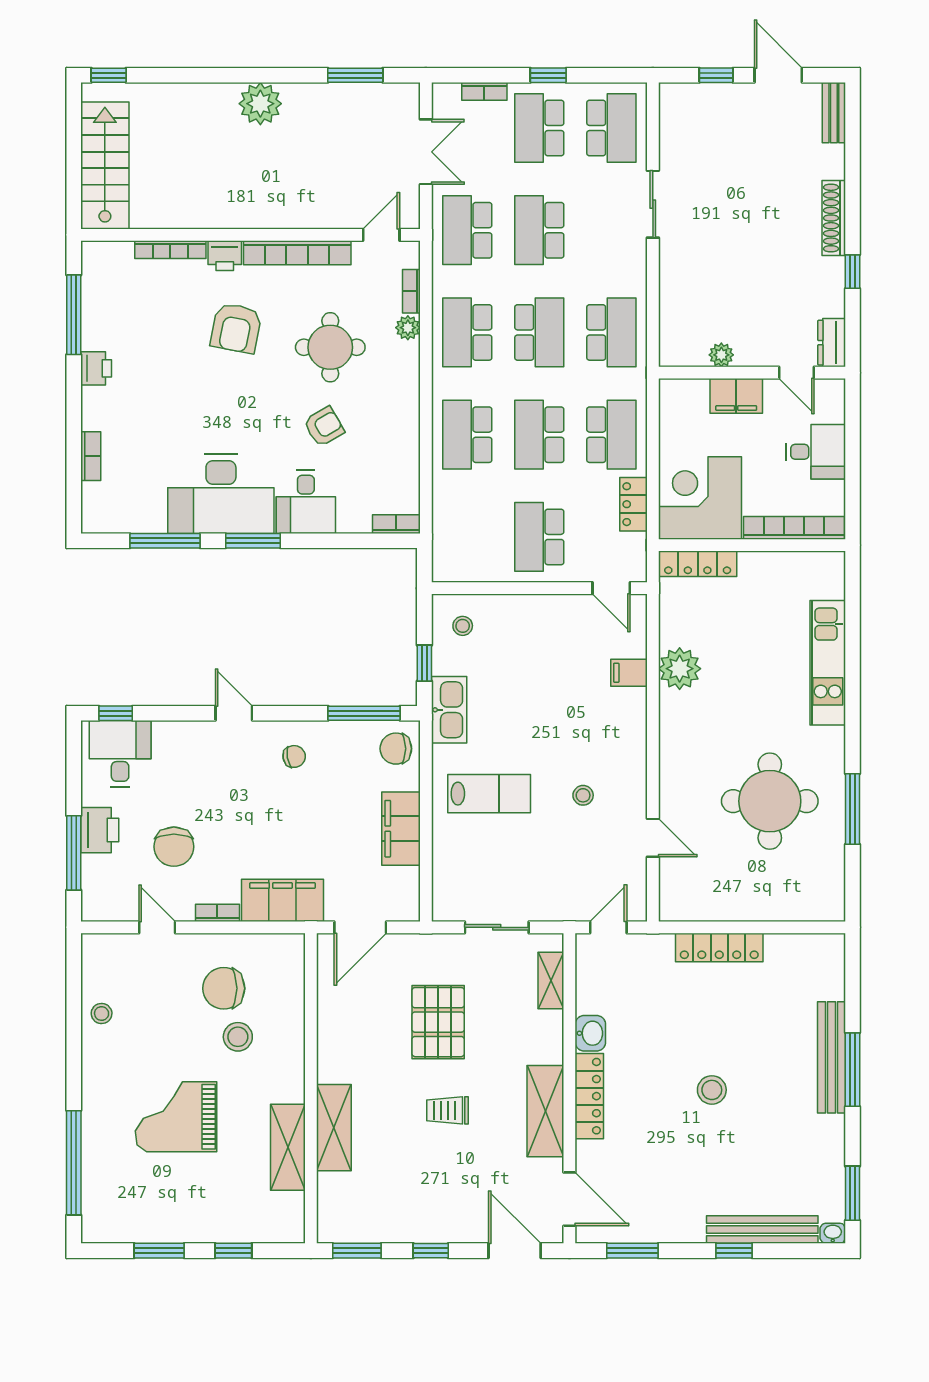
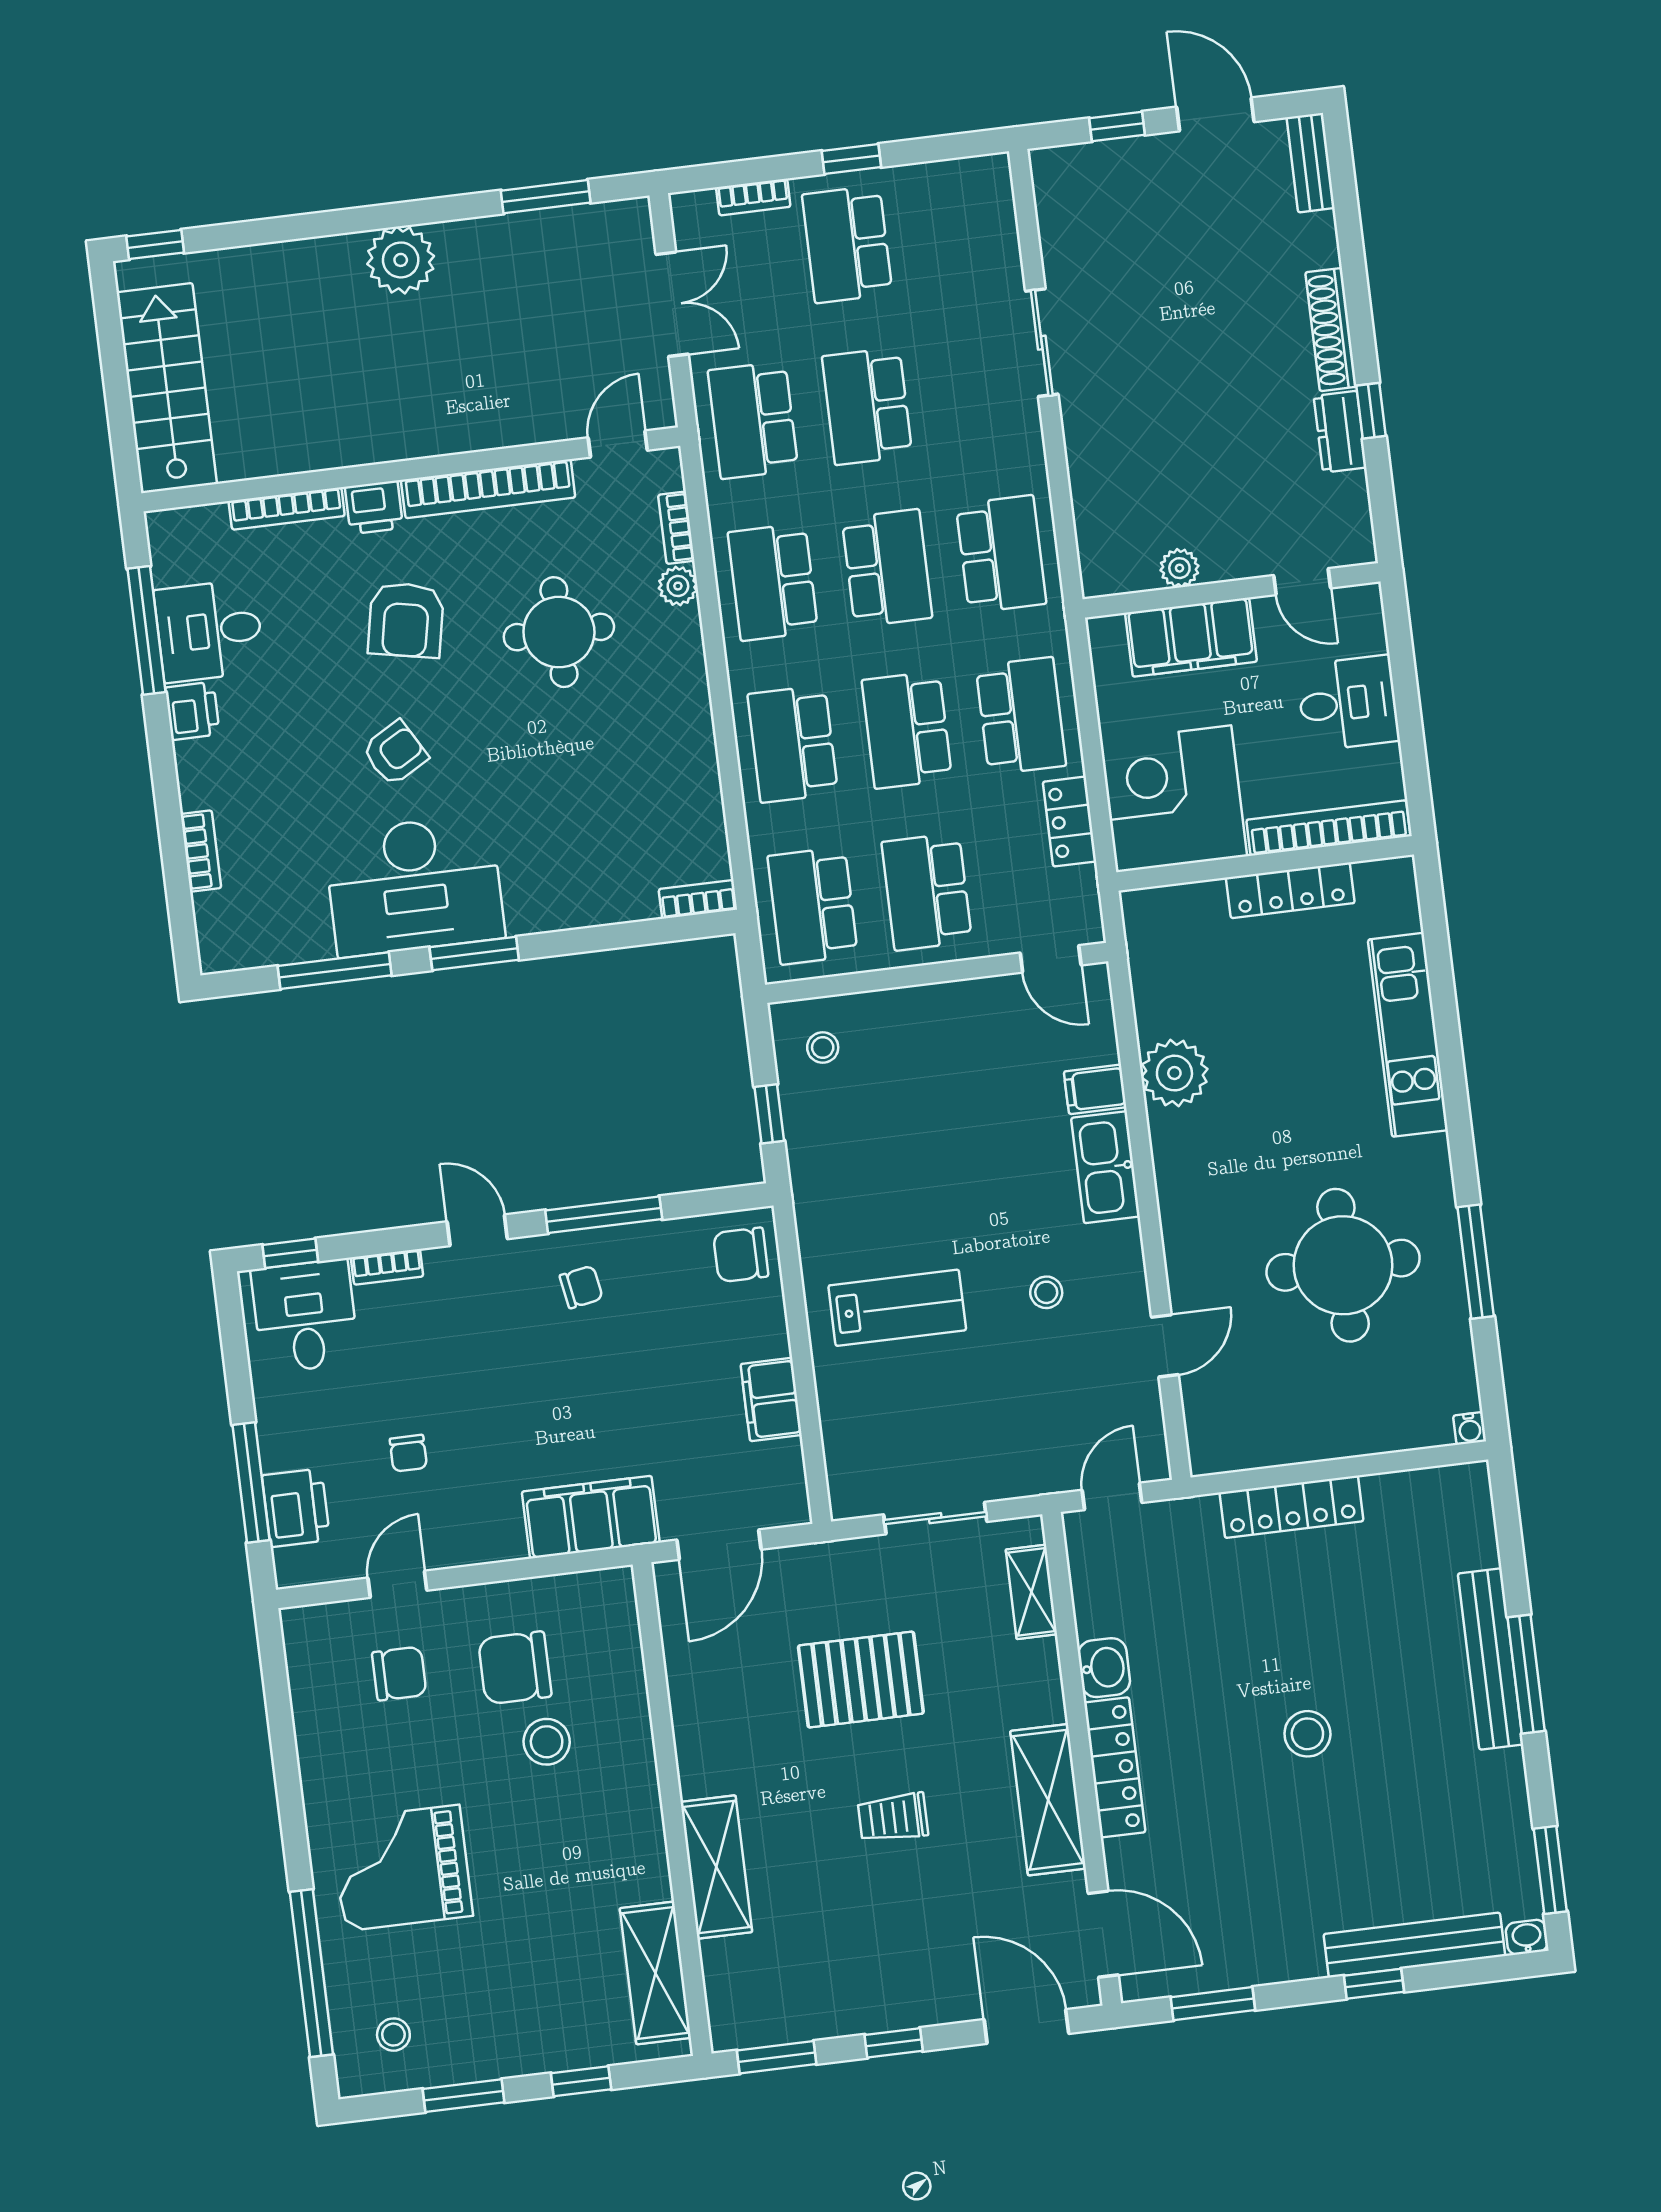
school desk: (611, 128) -> (813, 906), moved, turned 180
dresser: (832, 343) -> (1340, 432), moved
filing cabinet: (736, 396) -> (1191, 637), width x1.50, depth x1.17
armchair: (324, 427) -> (395, 753), moved
desk: (306, 502) -> (209, 631), moved, turned 90
locker: (698, 564) -> (1290, 890), moved
kitchen sink: (449, 710) -> (1105, 1167), moved, turned 180
window: (364, 713) -> (604, 1215), moved
filing cabinet: (401, 829) -> (771, 1399), width x0.67, depth x0.86
printer: (100, 830) -> (296, 1508), moved
door: (653, 838) -> (1165, 1346), hinge flipped
chair: (174, 847) -> (408, 1453), width x0.54, depth x0.54
water cooler: (836, 912) -> (1470, 1428), added
bookcase: (217, 913) -> (387, 1267), moved, turned 180
door: (157, 927) -> (397, 1584), hinge flipped
chair: (151, 983) -> (399, 1674), added
stool: (102, 1013) -> (393, 2035), moved
pallet: (438, 1022) -> (861, 1680), turned 90
grand piano: (176, 1117) -> (402, 1868), moved
shelving: (288, 1147) -> (655, 1973), moved

